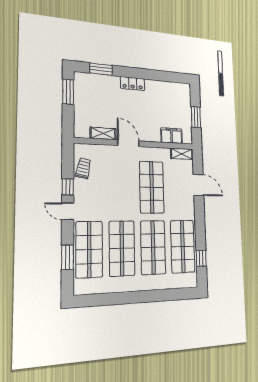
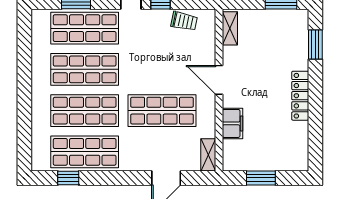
locker: (133, 84) -> (300, 96), width x1.53
shelving: (103, 133) -> (230, 28), moved
filing cabinet: (172, 136) -> (233, 123), moved
door: (128, 143) -> (219, 80), swing flipped

